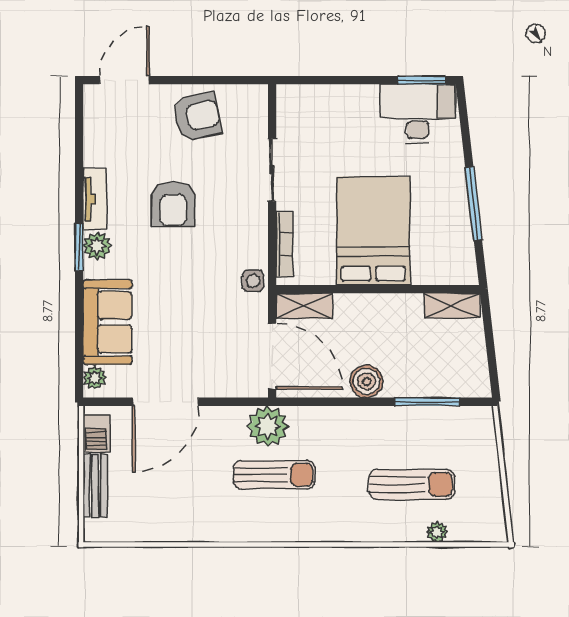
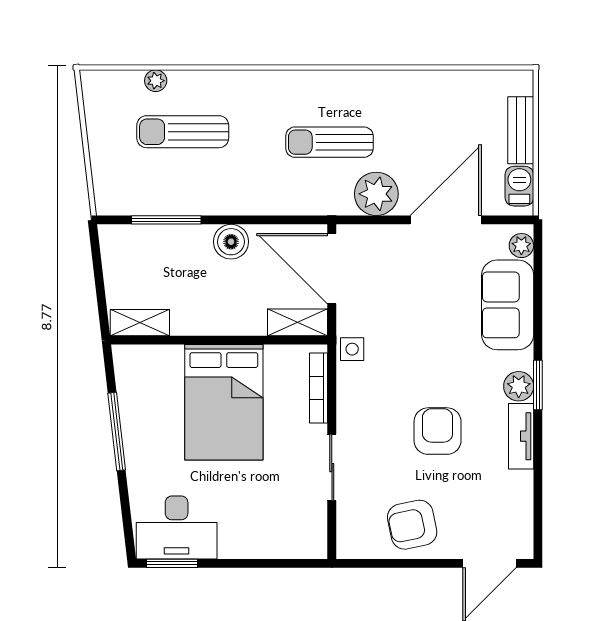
plant: (268, 426) -> (376, 194), moved

